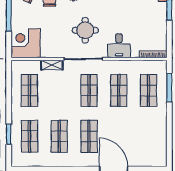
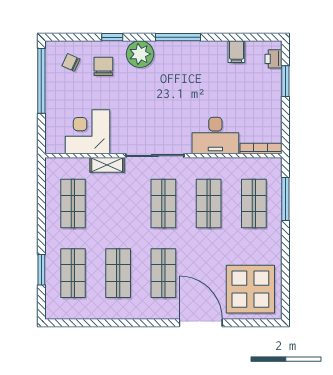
round table: (85, 30) -> (158, 112), removed
corner desk: (26, 43) -> (88, 132), moved
desk: (119, 46) -> (215, 136), width x1.37
display table: (146, 147) -> (250, 289), added

